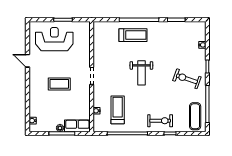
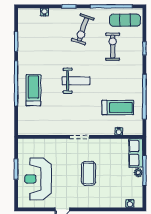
treadmill: (118, 110) -> (118, 108), turned 180
exercise bike: (160, 121) -> (113, 47), moved

